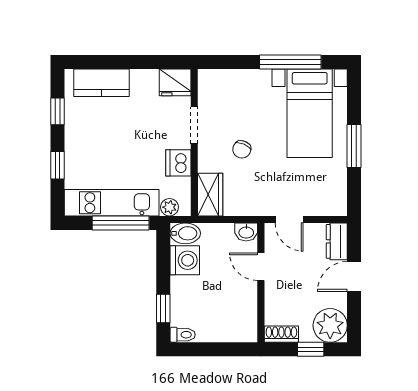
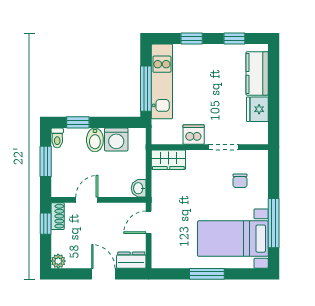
fridge: (175, 82) -> (257, 109), moved
chair: (242, 149) -> (240, 181), moved, turned -113
plant: (169, 207) -> (158, 127), removed
bidet: (185, 233) -> (95, 140), moved
door: (261, 267) -> (87, 200), moved
plant: (330, 325) -> (58, 261), width x0.53, depth x0.53
window: (212, 349) -> (46, 161), added
window: (311, 349) -> (46, 224), moved

